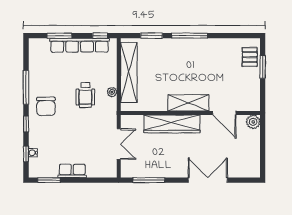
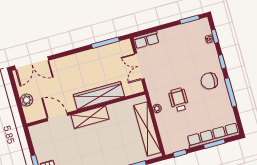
row of seats: (79, 45) -> (213, 135), moved
chair: (46, 106) -> (209, 81), turned -90
plant: (253, 122) -> (27, 100), moved
row of seats: (72, 171) -> (146, 40), moved
double door: (208, 180) -> (32, 63), moved

